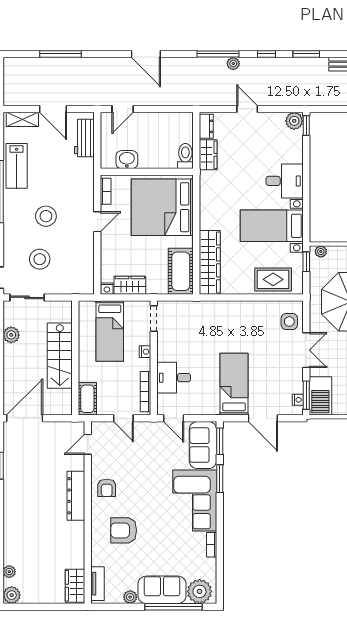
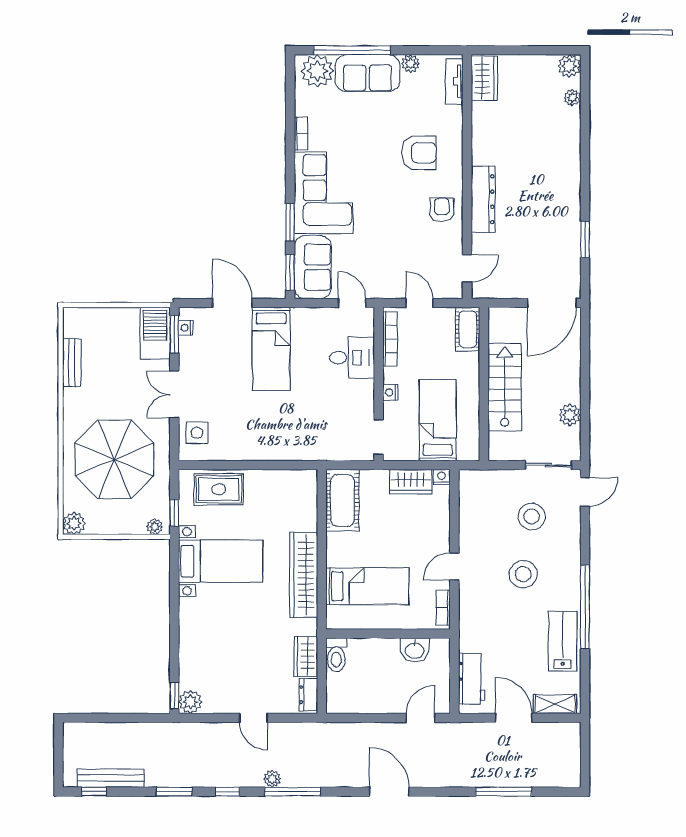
desk: (285, 181) -> (203, 621), removed
bed: (162, 207) -> (367, 586), width x0.49
wardrobe: (210, 262) -> (304, 575), moved

